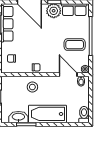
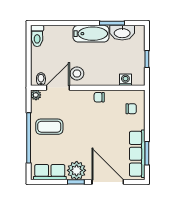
door: (68, 75) -> (58, 88), swing flipped
washing machine: (16, 81) -> (125, 80), added
stool: (32, 87) -> (77, 73), moved
bathtub: (48, 114) -> (91, 34), width x0.73, depth x0.73

